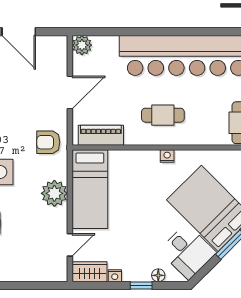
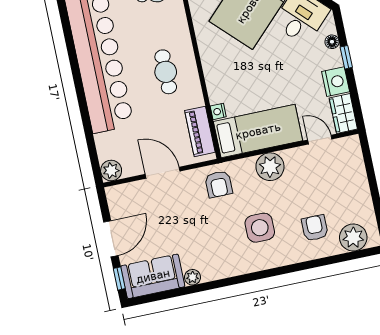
nightstand: (167, 156) -> (218, 111), moved
nightstand: (115, 276) -> (336, 82), width x1.89, depth x1.79

